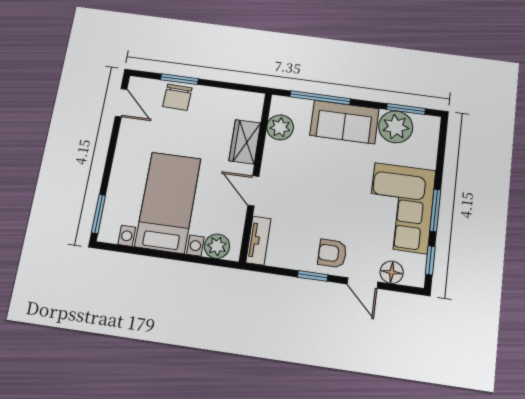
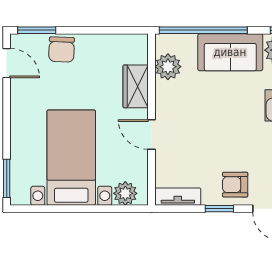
window: (179, 79) -> (37, 30), moved
window: (320, 98) -> (203, 30), width x1.46
tv unit: (258, 241) -> (178, 197), moved, turned -90

